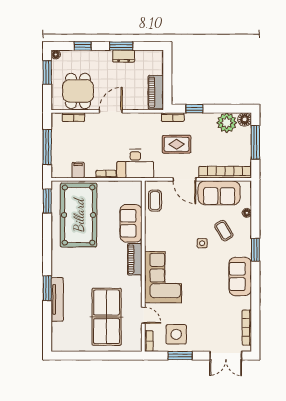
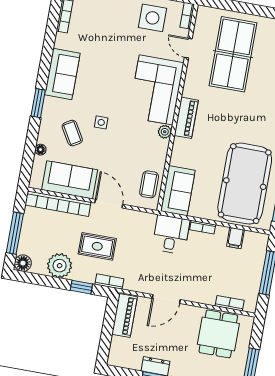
door: (111, 111) -> (166, 299), moved
plant: (227, 123) -> (60, 266), moved
rug: (177, 144) -> (97, 246), moved
desk: (135, 164) -> (171, 234), width x0.73
sofa: (131, 223) -> (178, 191), moved
plant: (150, 245) -> (165, 132), added

